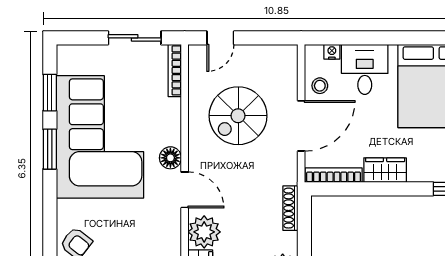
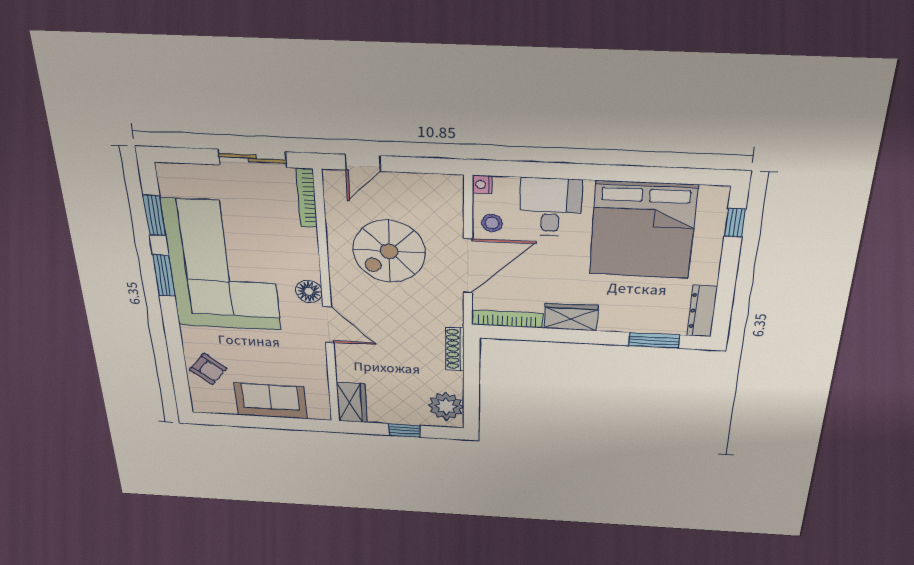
nightstand: (332, 52) -> (482, 185), moved, turned -90
plant: (204, 232) -> (354, 366), removed

